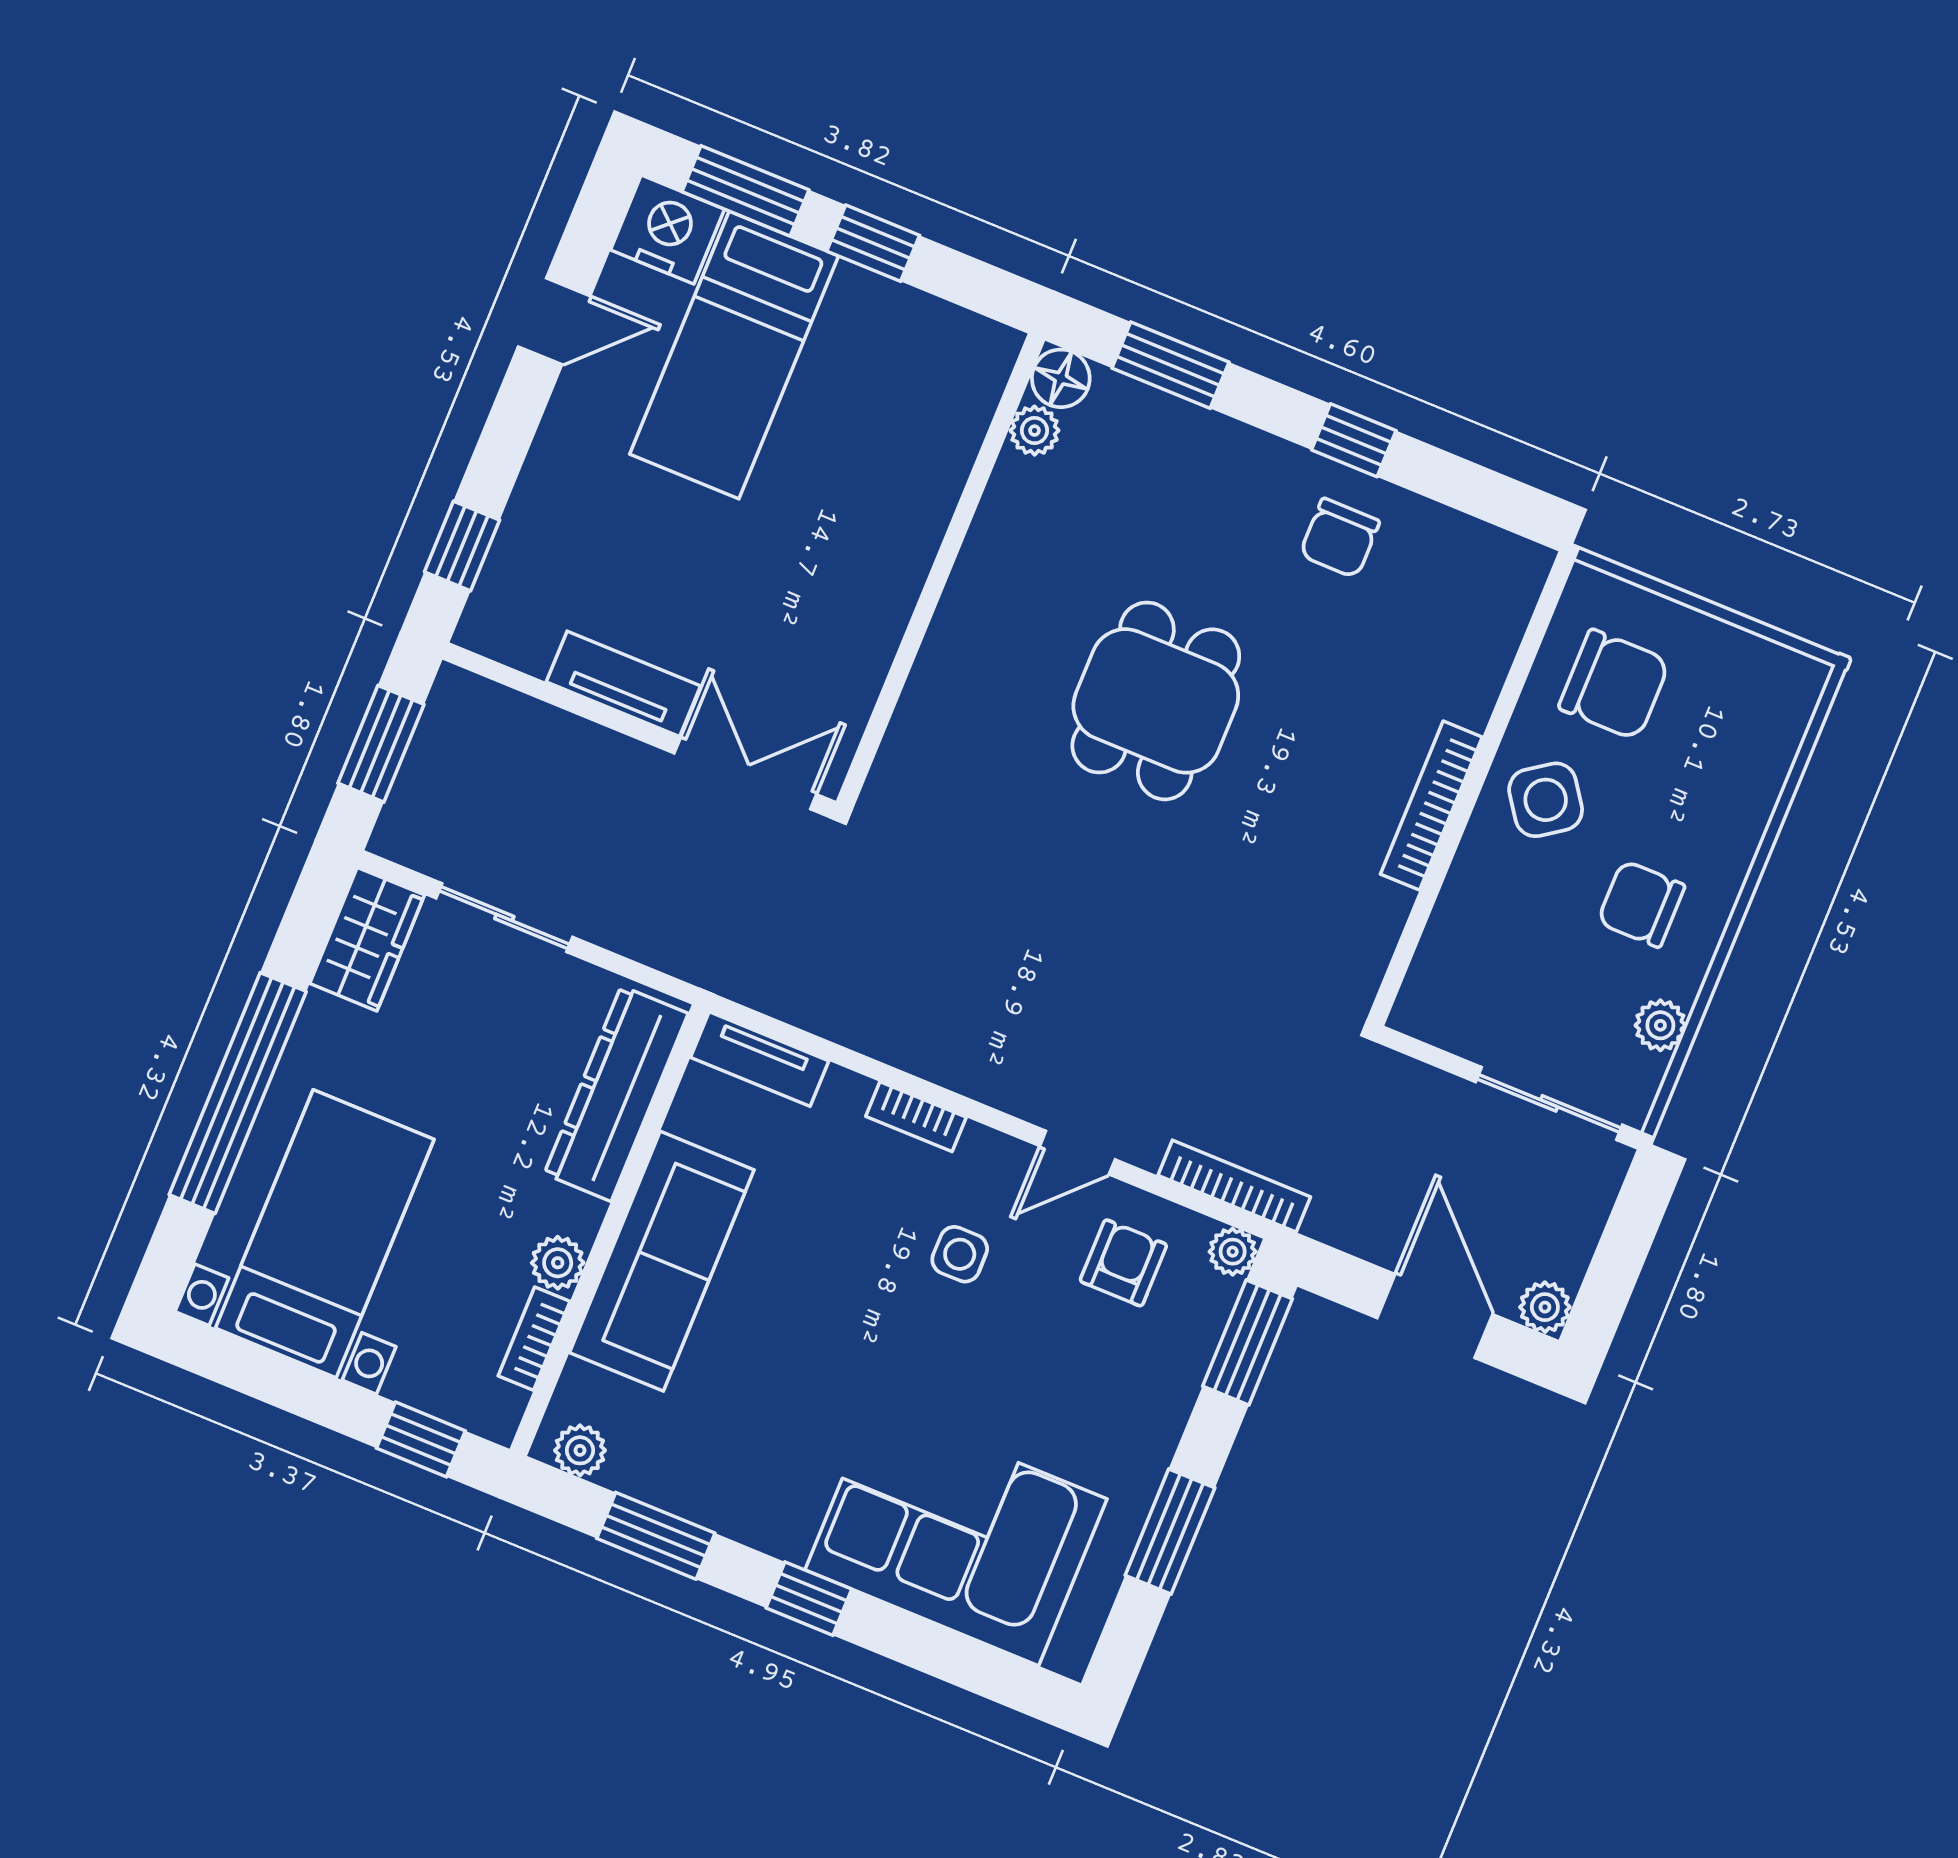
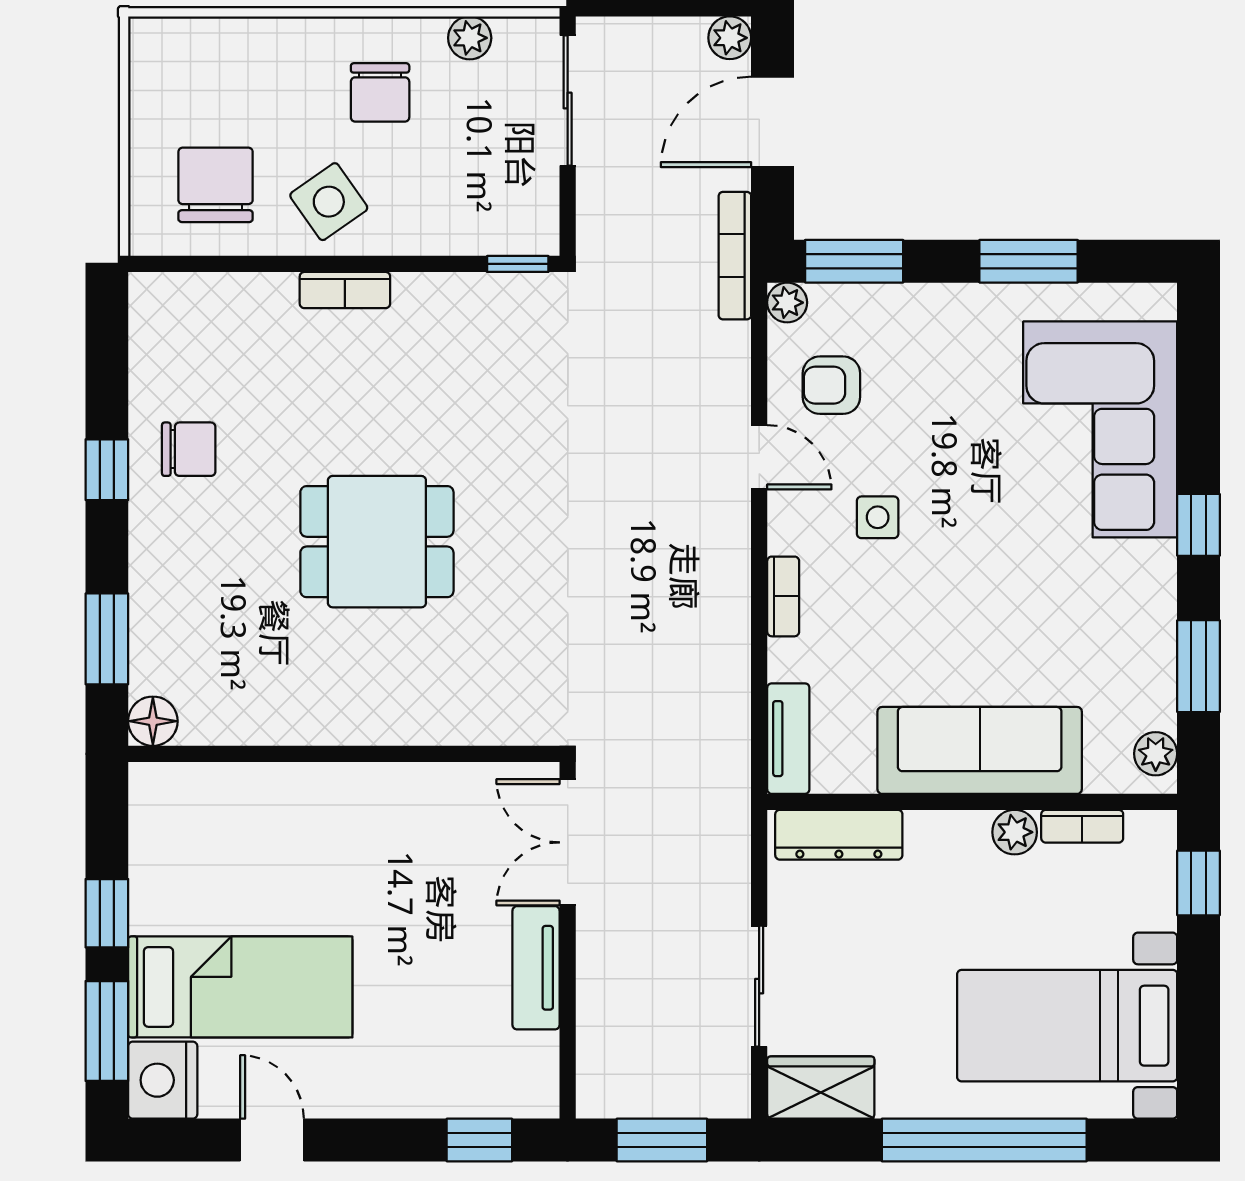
plant: (1035, 431) -> (203, 725), removed
bookcase: (1431, 806) -> (345, 290), width x0.64
window: (1394, 977) -> (518, 264), added
dresser: (616, 1094) -> (839, 835), width x0.73, depth x0.80
bookcase: (1234, 1186) -> (735, 256), moved

